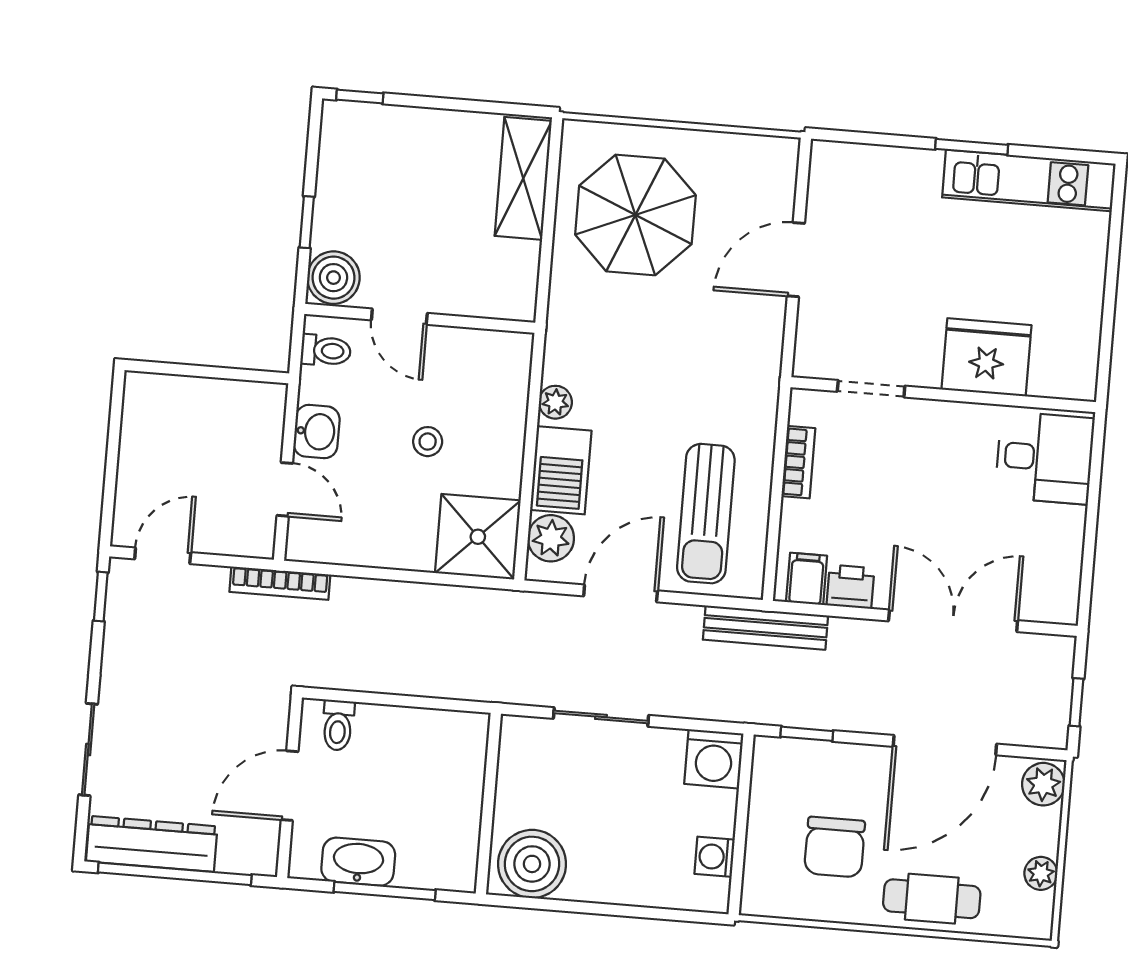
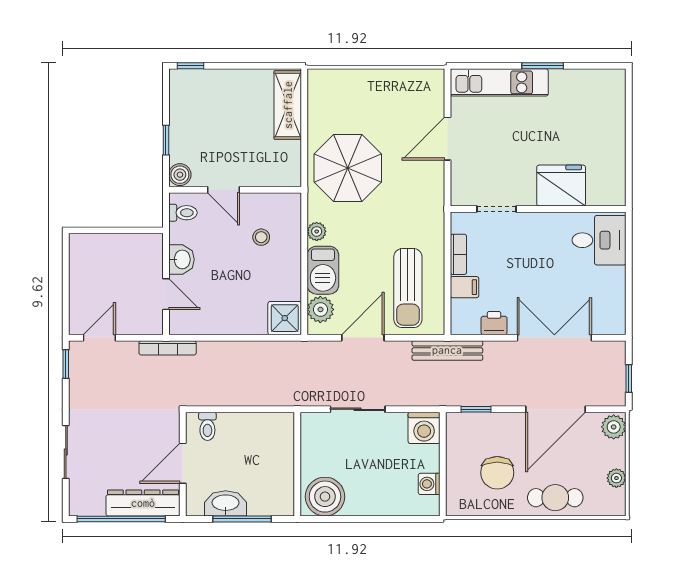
kitchen unit: (1029, 181) -> (499, 82), moved
parasol: (635, 215) -> (348, 168), moved
boiler: (333, 278) -> (180, 175), width x0.73, depth x0.73
stool: (428, 442) -> (261, 237), moved
shower: (478, 537) -> (285, 318), width x0.73, depth x0.73
filing cabinet: (807, 579) -> (465, 287), moved, turned 90
dresser: (152, 844) -> (143, 503), moved

